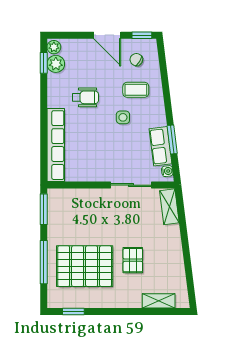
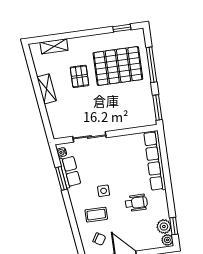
wheelchair: (85, 97) -> (136, 203), turned 180
shelving: (169, 207) -> (47, 89), moved

